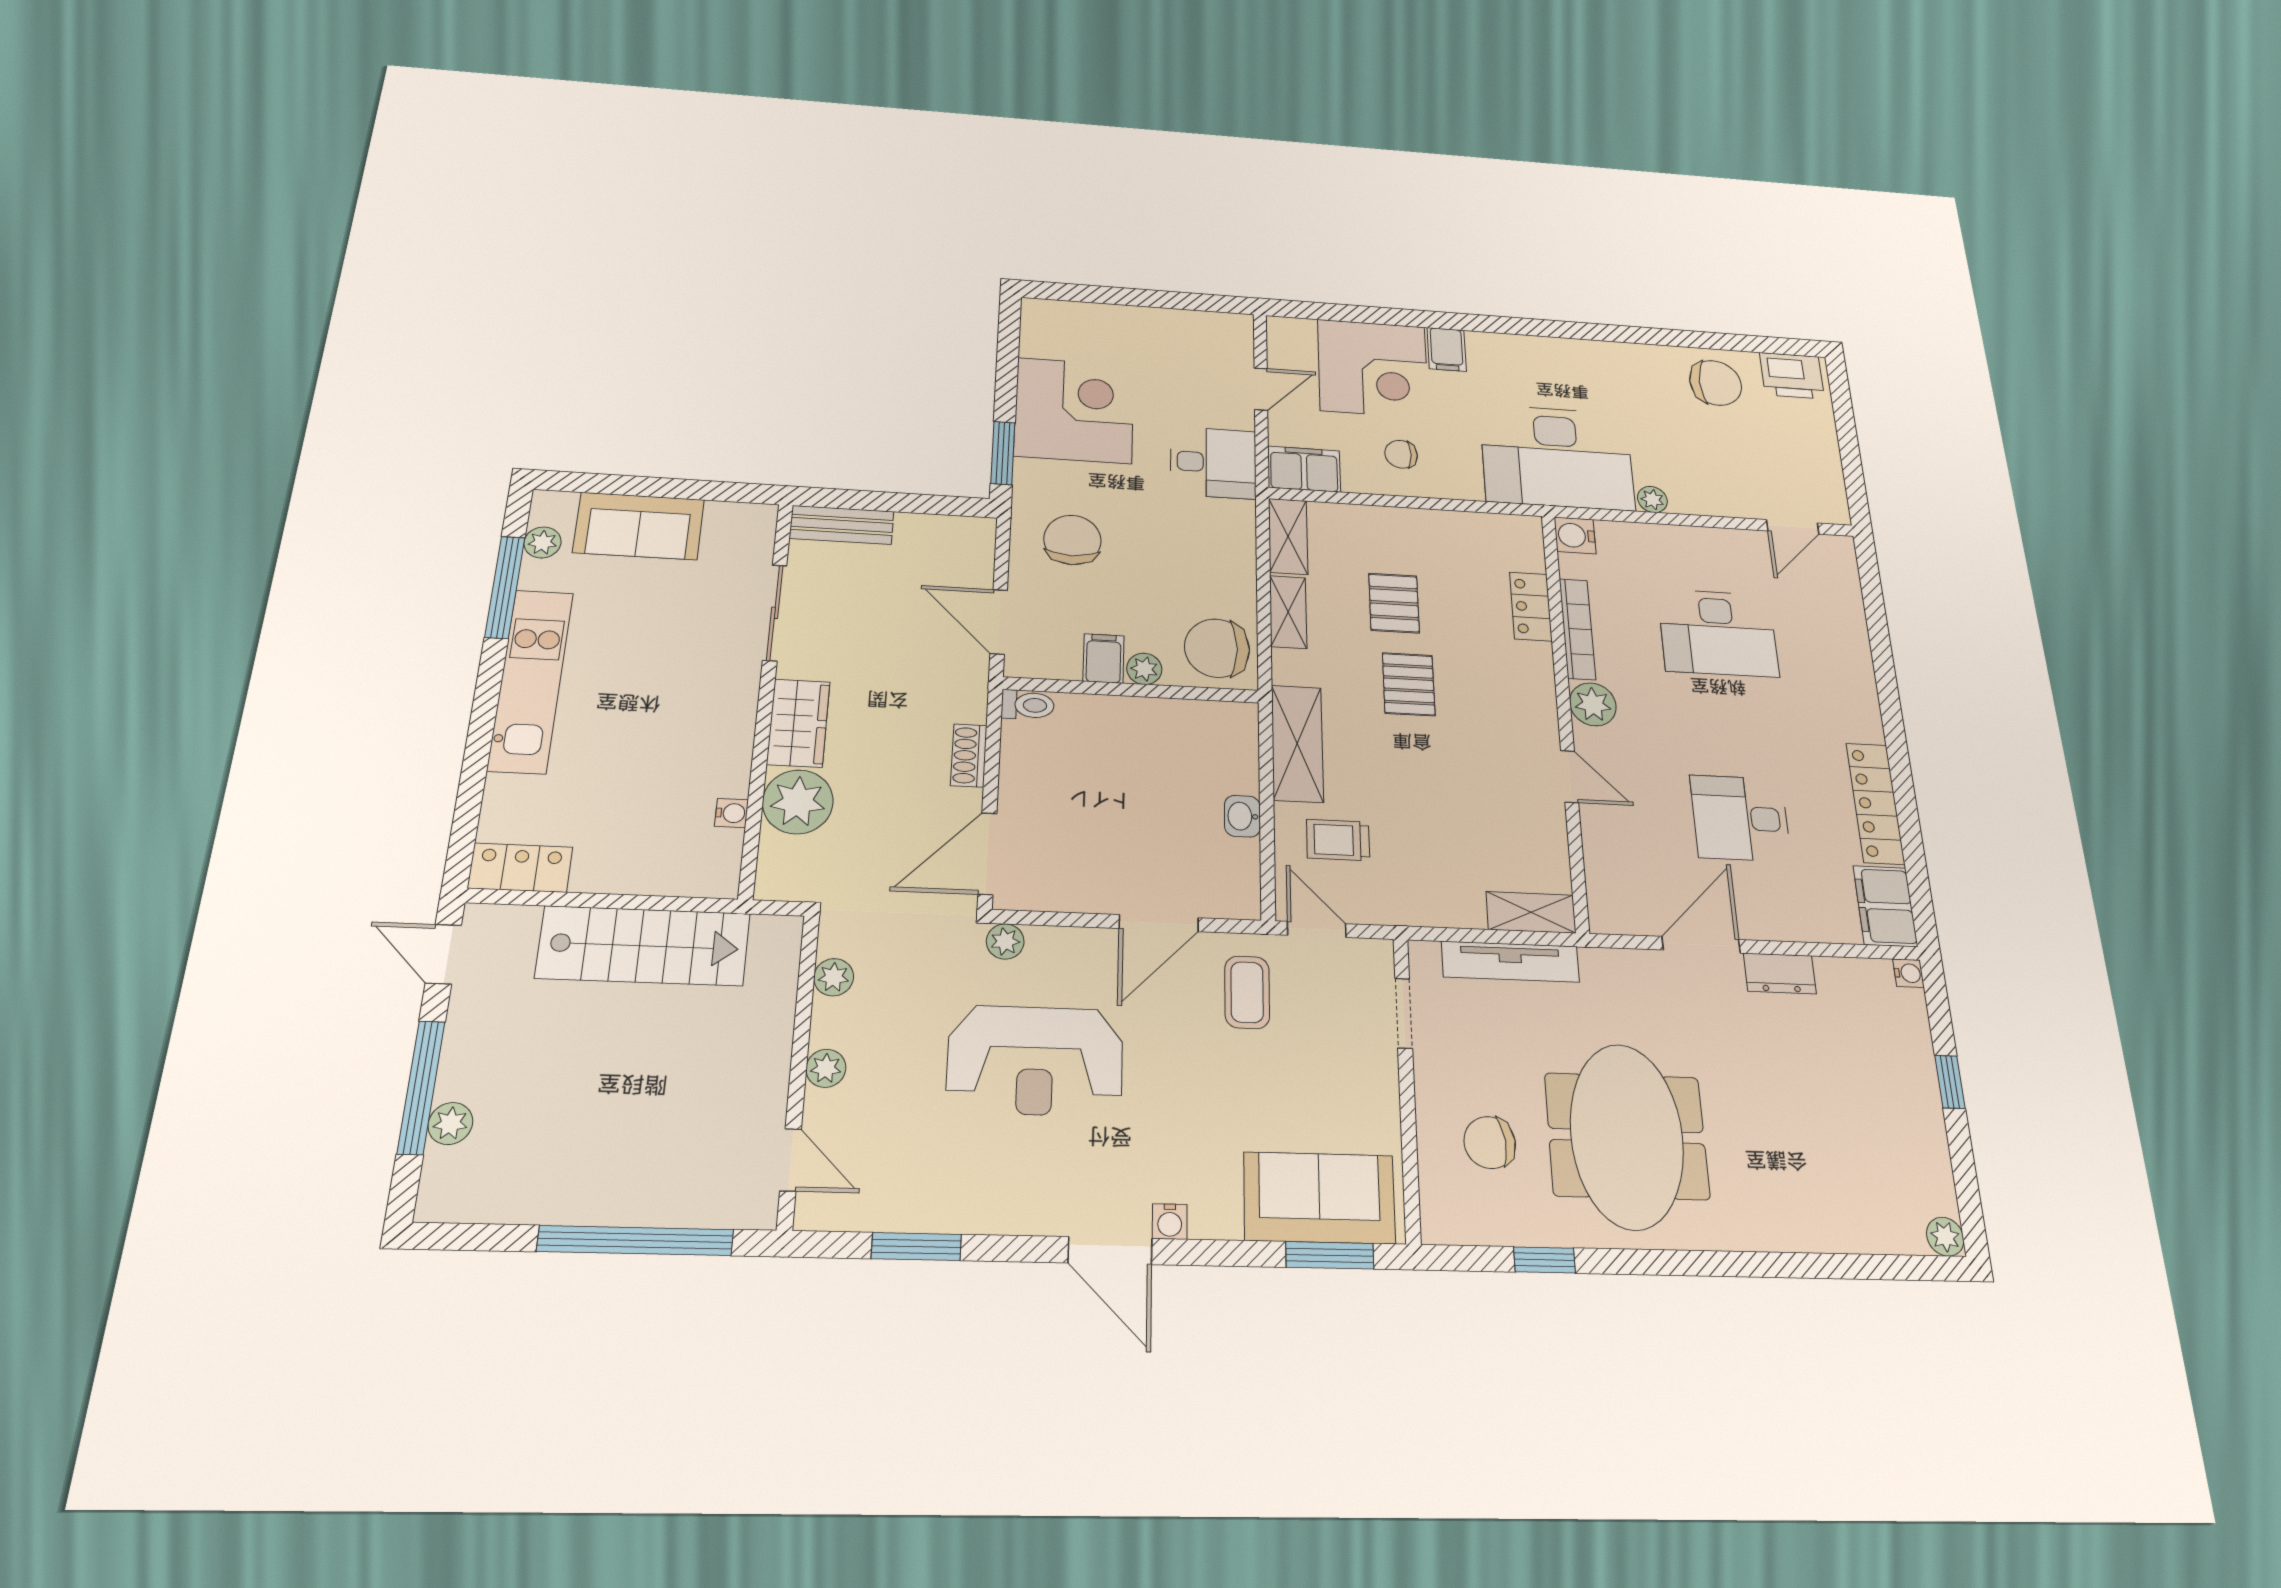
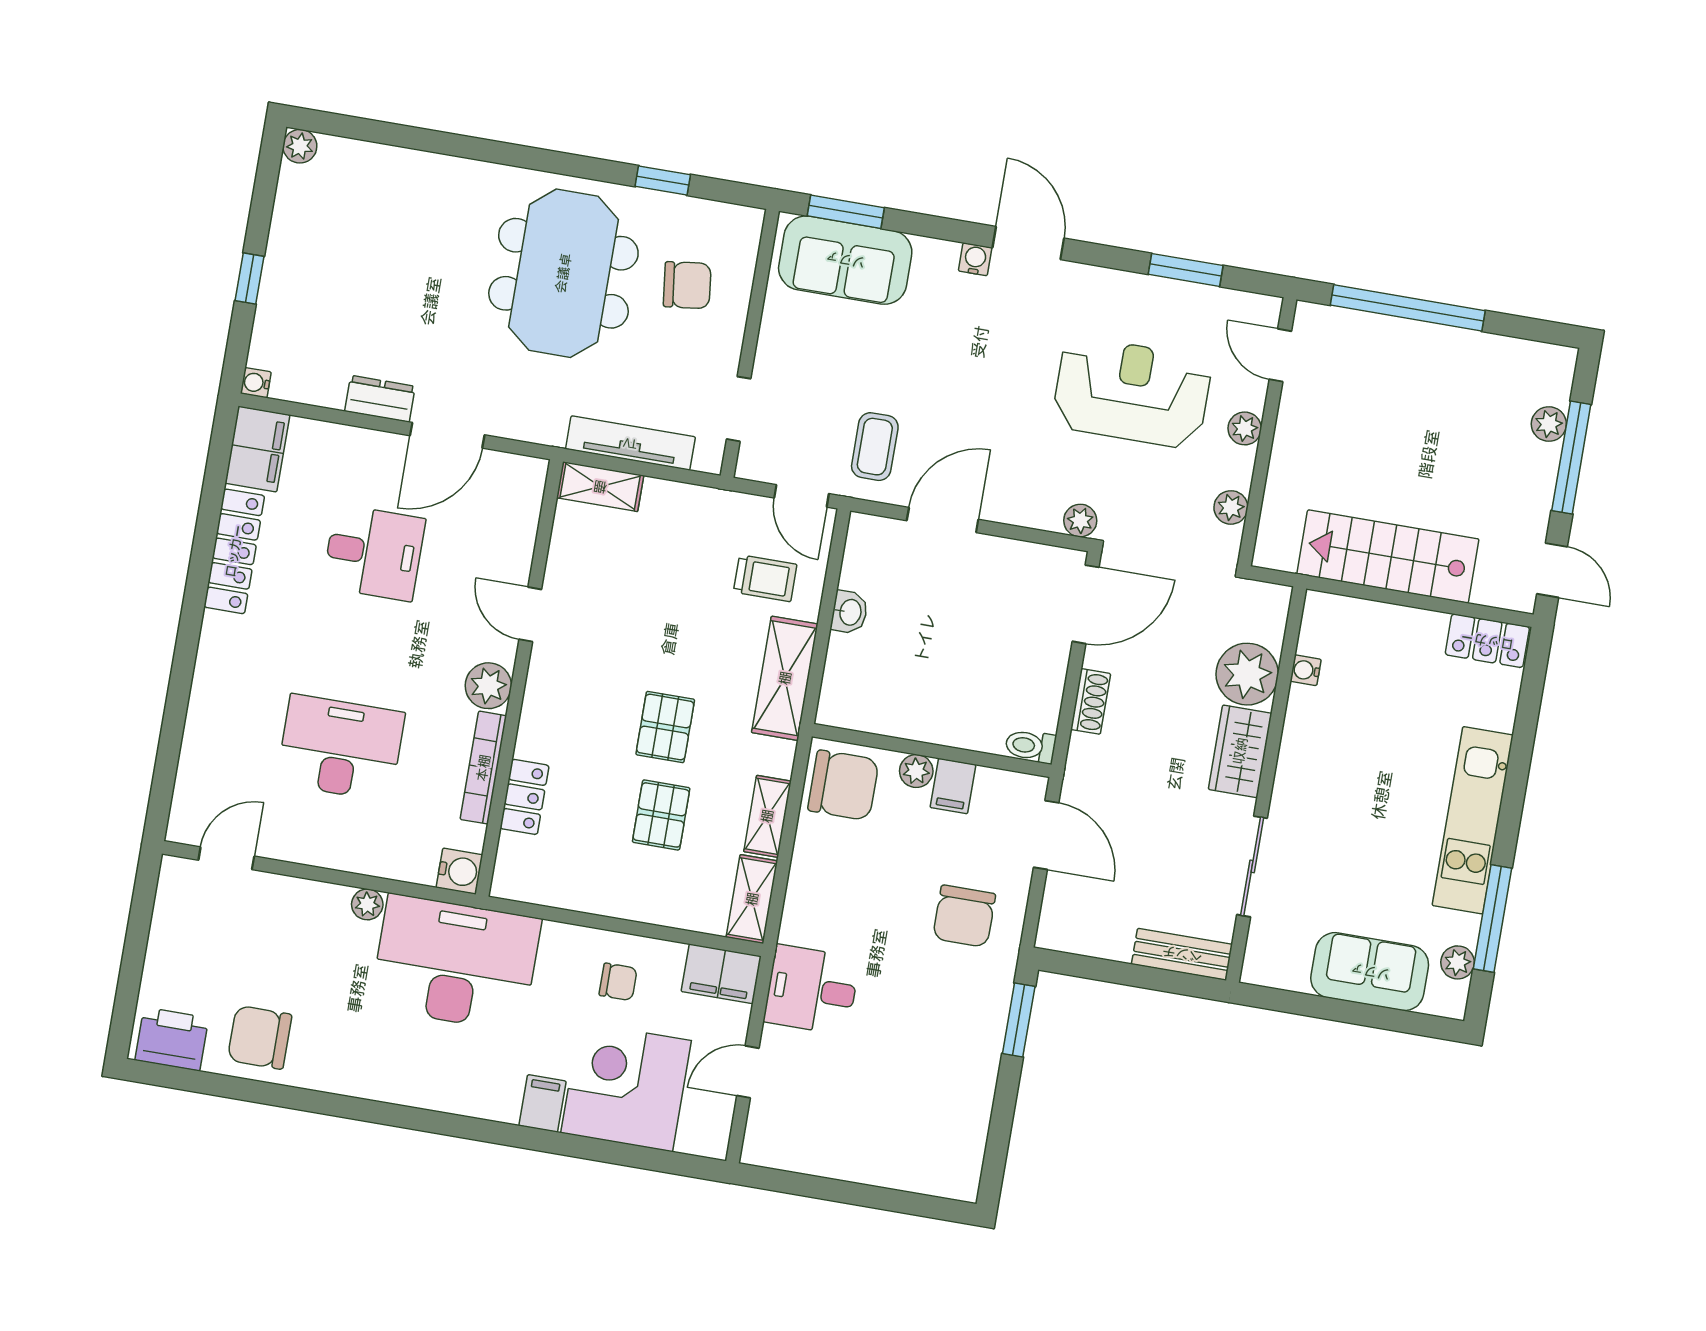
corner desk: (1074, 410) -> (941, 1063), removed
reception desk: (1035, 1061) -> (1132, 392), moved

